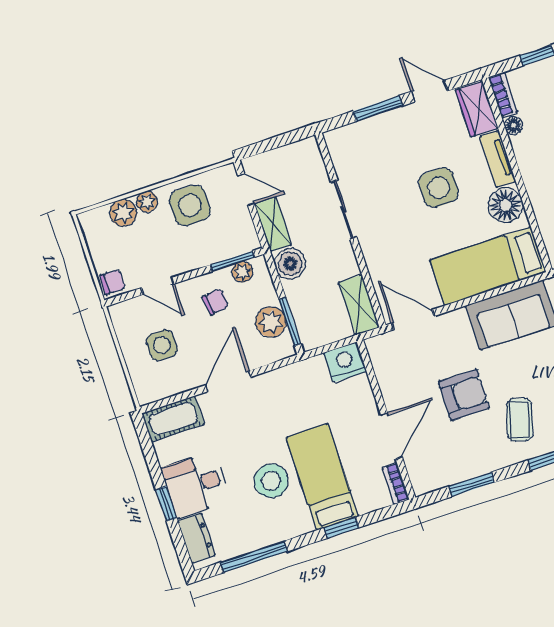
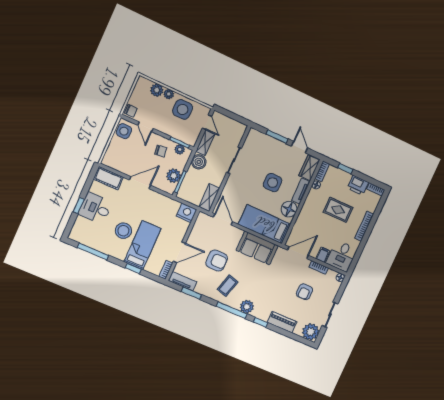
side table: (162, 345) -> (124, 131), moved
tv unit: (439, 478) -> (183, 281), added
dresser: (196, 538) -> (78, 227), removed

